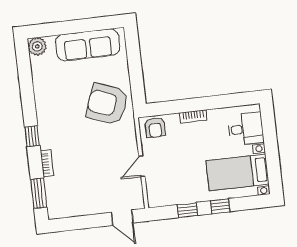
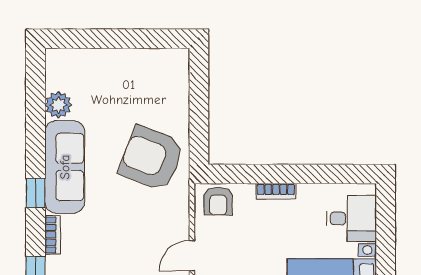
sofa: (88, 45) -> (65, 167), moved, turned -90
plant: (37, 46) -> (58, 105), moved

